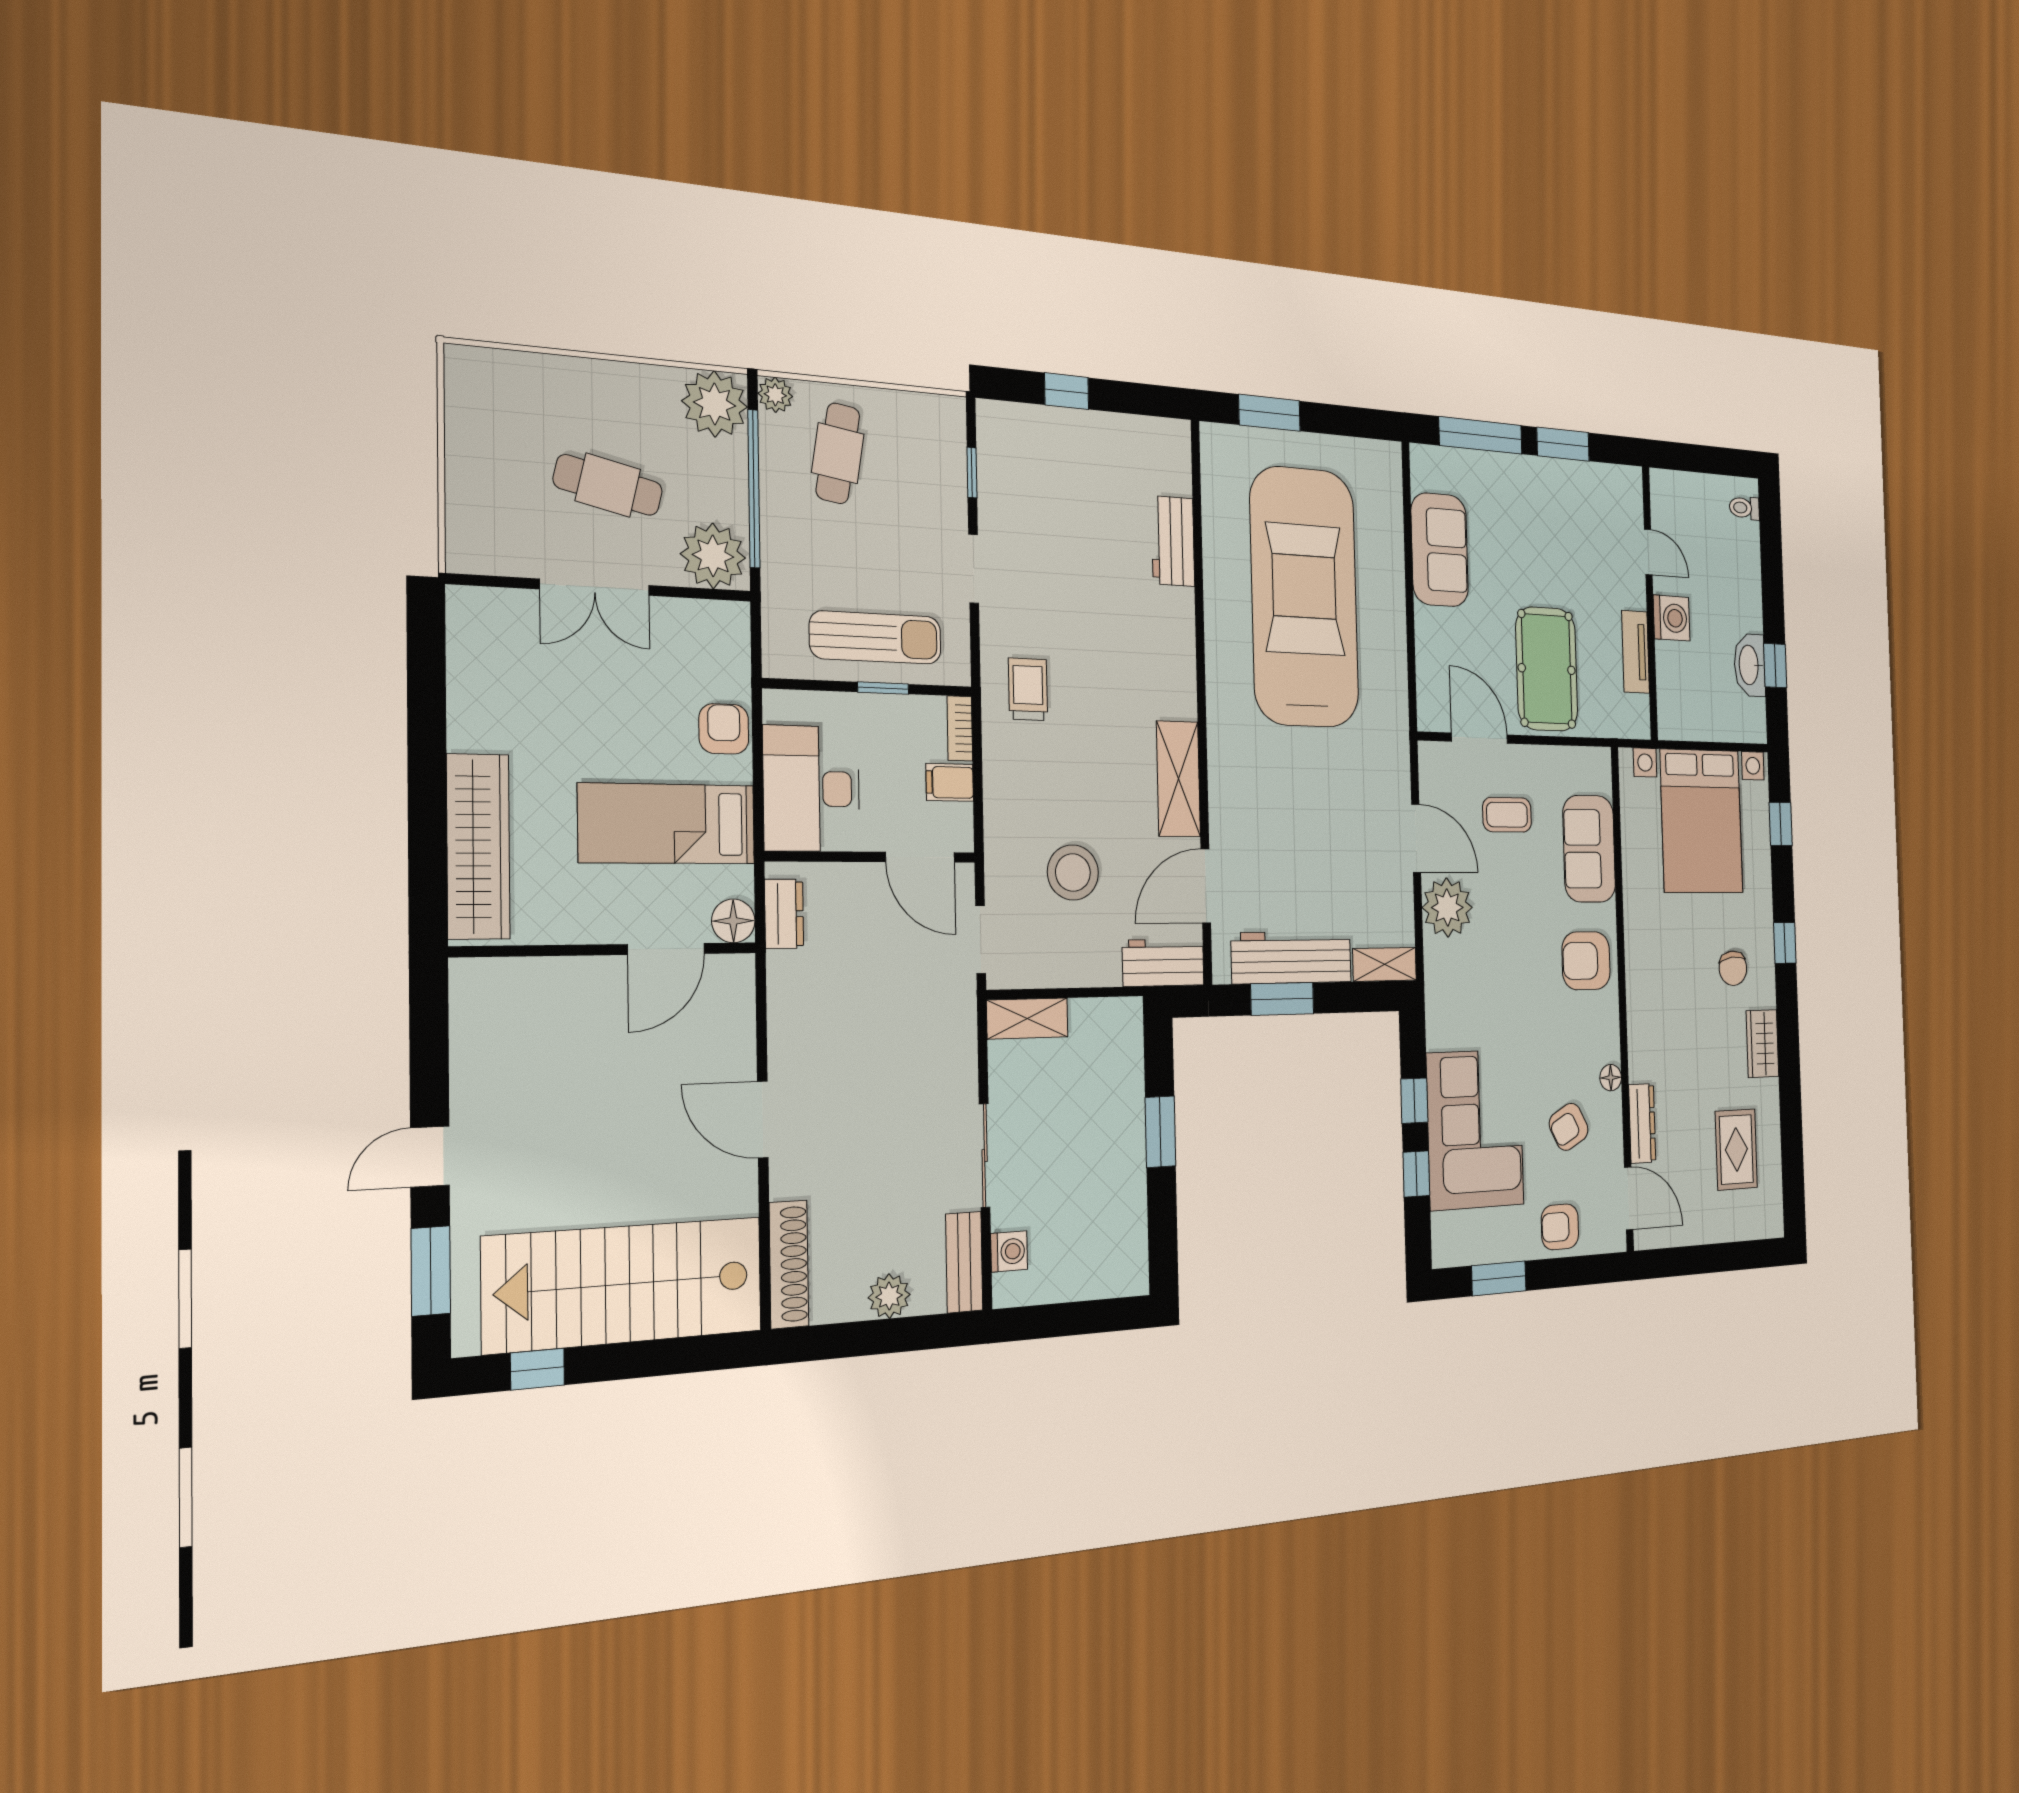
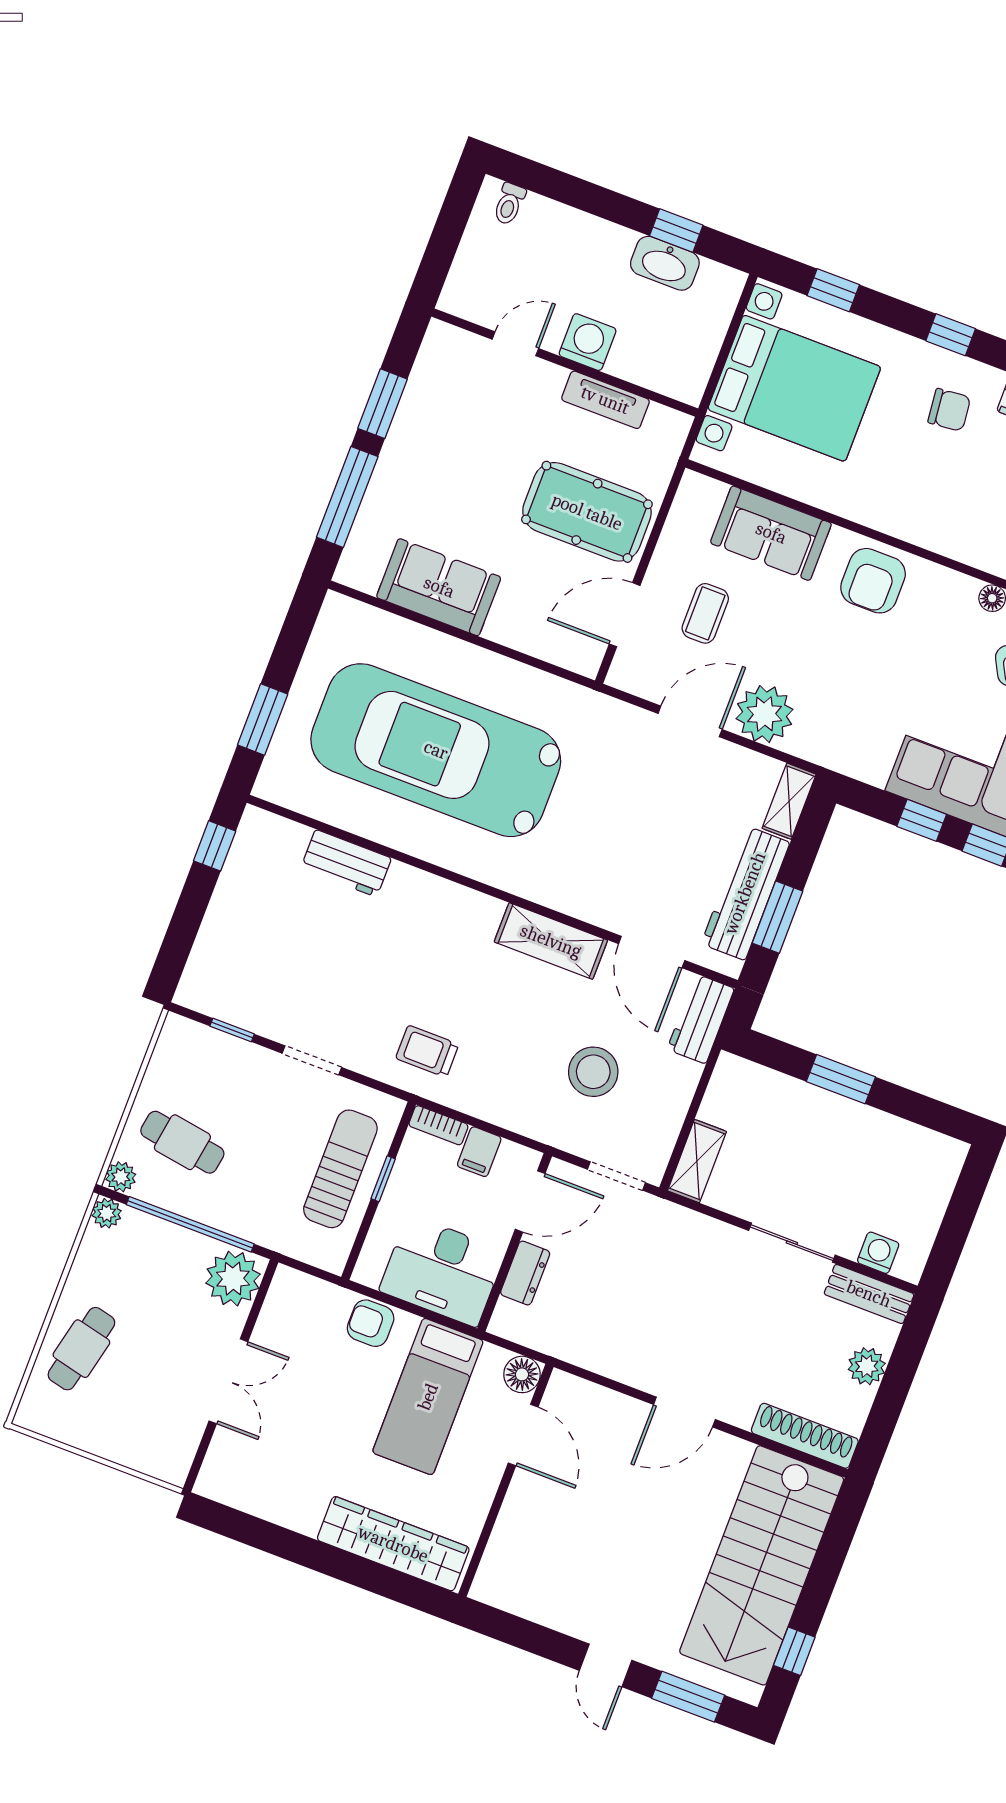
window: (1067, 391) -> (215, 846), moved
plant: (715, 404) -> (107, 1213), width x0.53, depth x0.53
cafe table: (608, 485) -> (81, 1349), moved
dresser: (784, 914) -> (525, 1273), moved, turned 90

